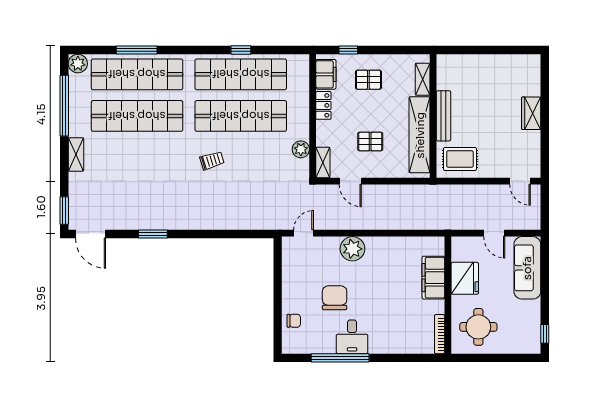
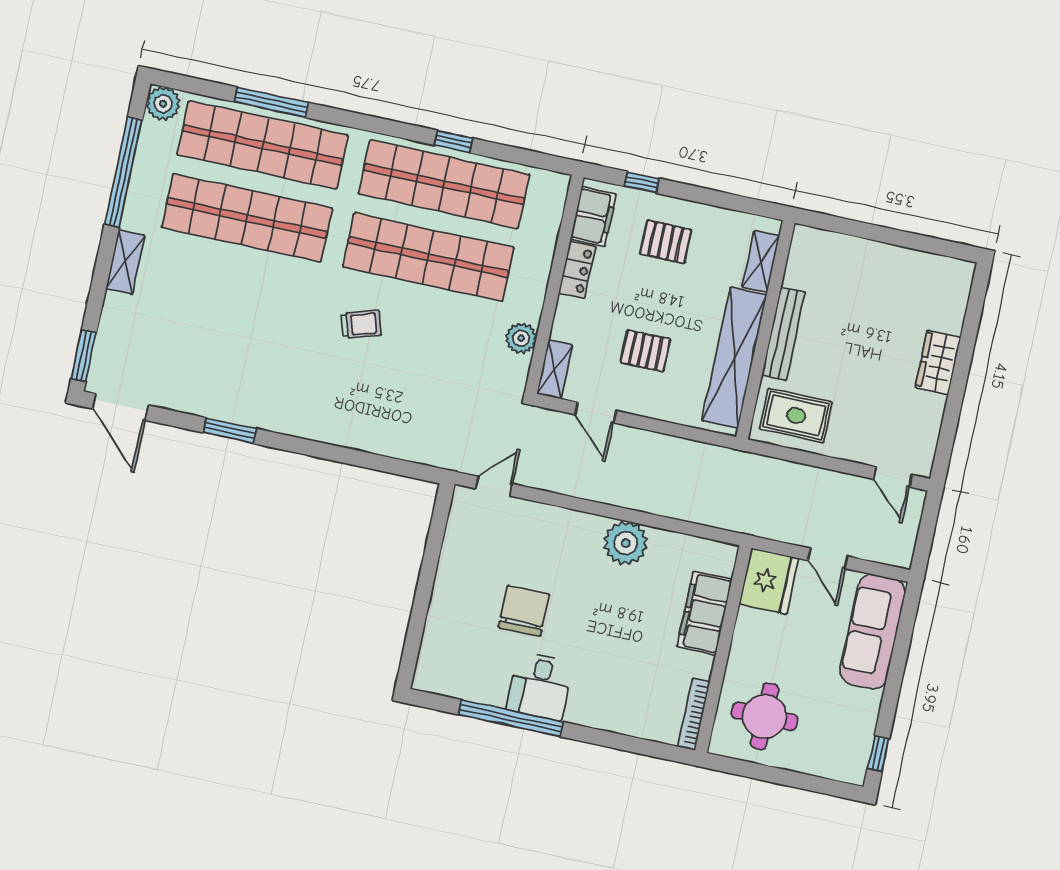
plant: (352, 249) -> (626, 543), moved
fridge: (465, 278) -> (769, 581), moved
chair: (294, 321) -> (444, 636), removed

